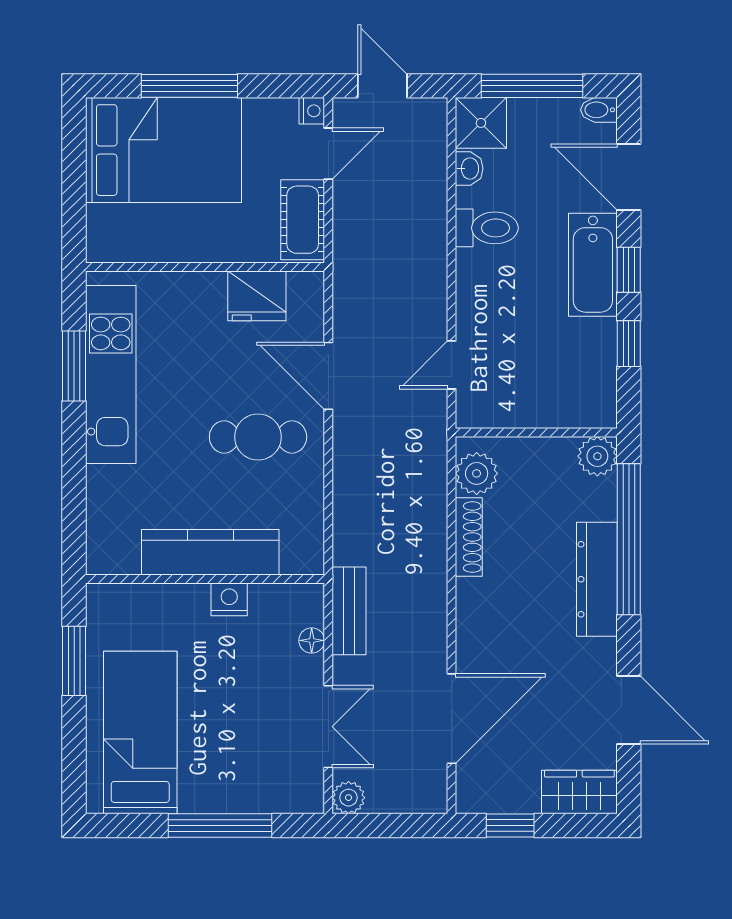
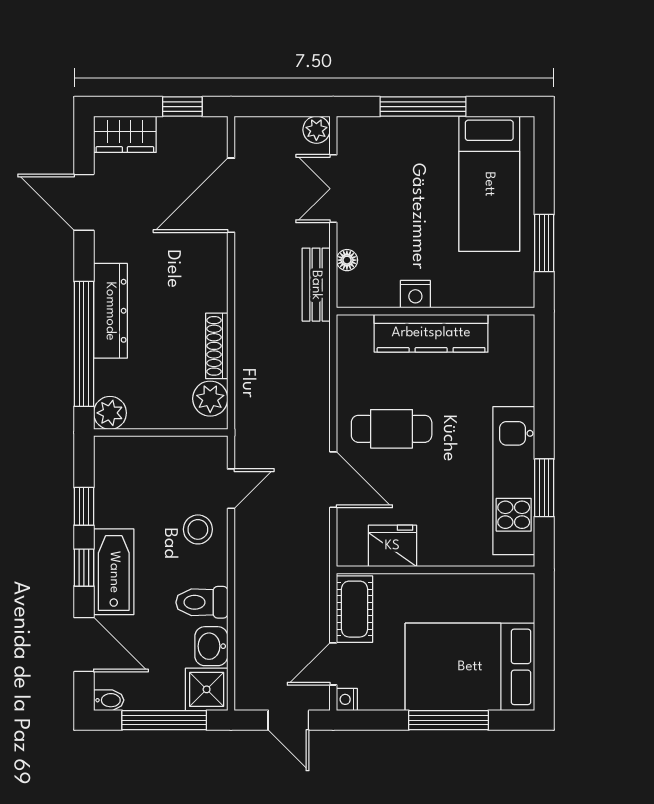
washbasin: (469, 168) -> (211, 646), width x1.38, depth x1.45
stool: (491, 316) -> (198, 529), added

